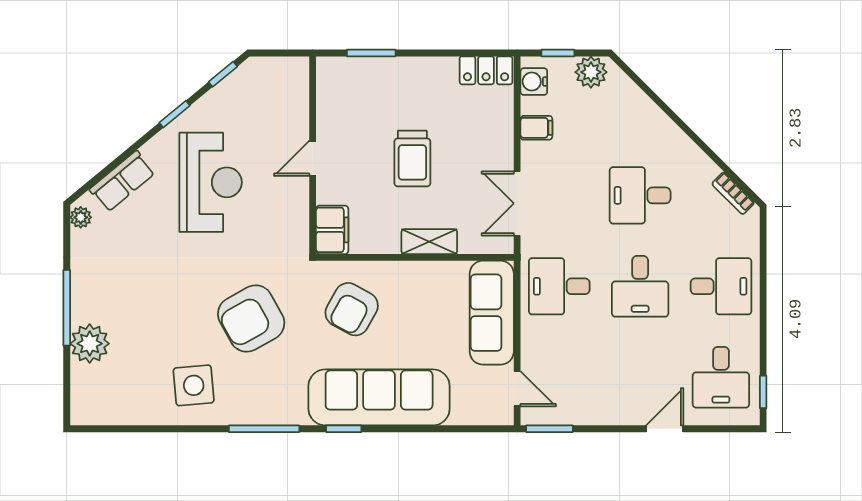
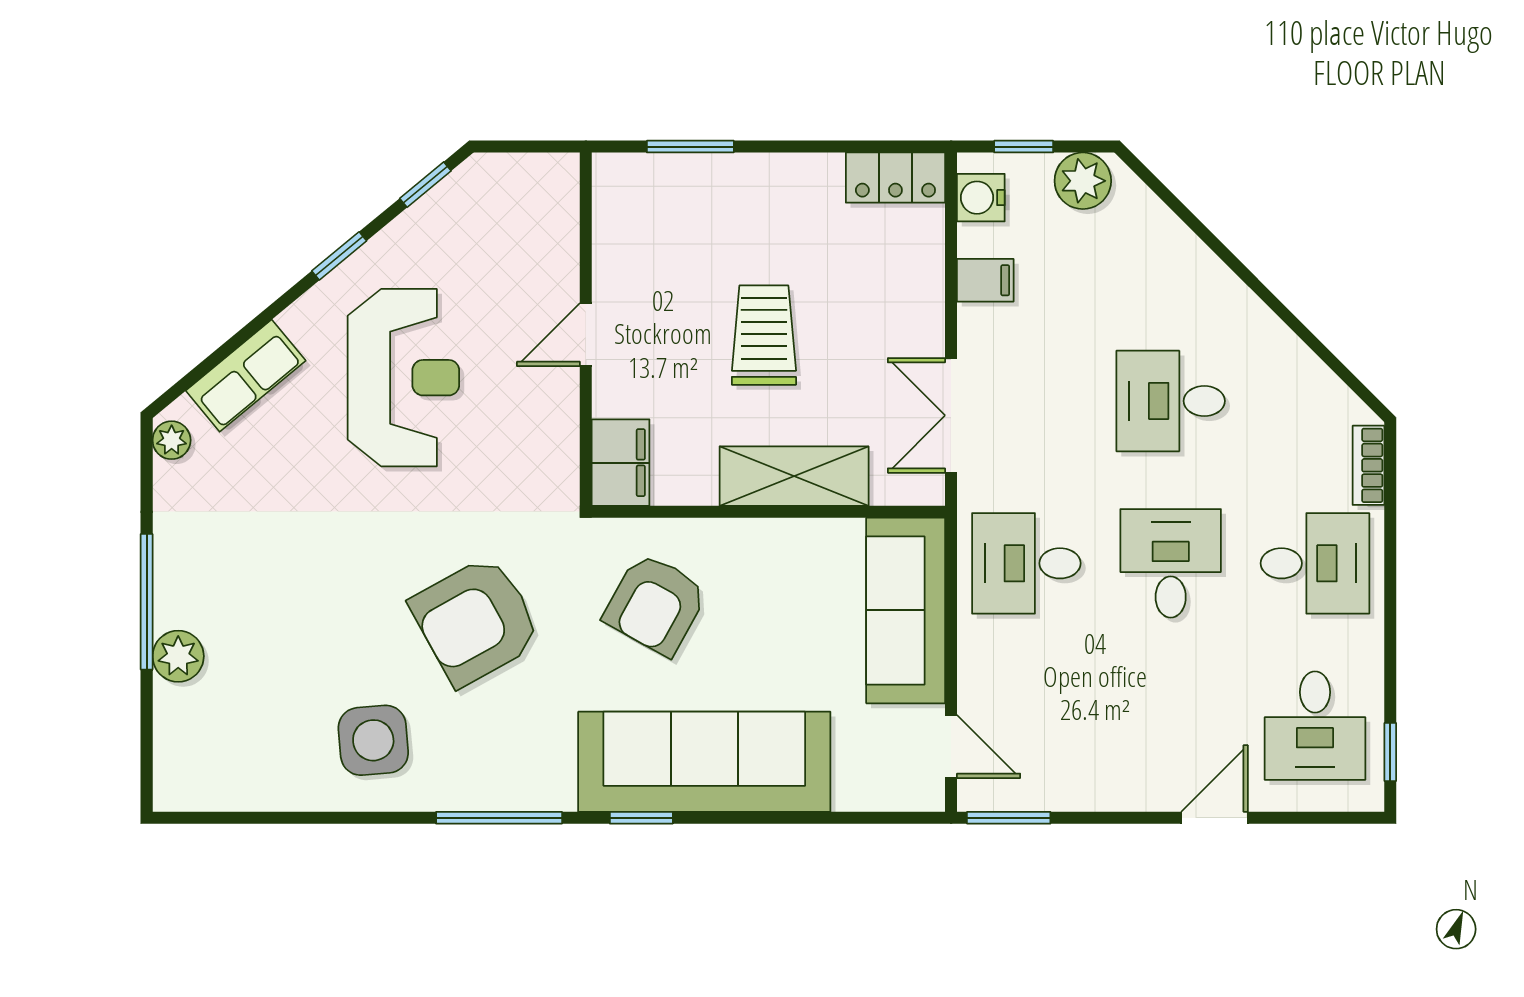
trolley: (412, 158) -> (764, 335), turned 180
bookcase: (733, 193) -> (1368, 465), moved, turned 45
shelving: (429, 242) -> (794, 476), width x1.50, depth x1.33
desk: (640, 286) -> (1171, 563), turned 180
plant: (90, 344) -> (178, 656), width x0.73, depth x0.73

